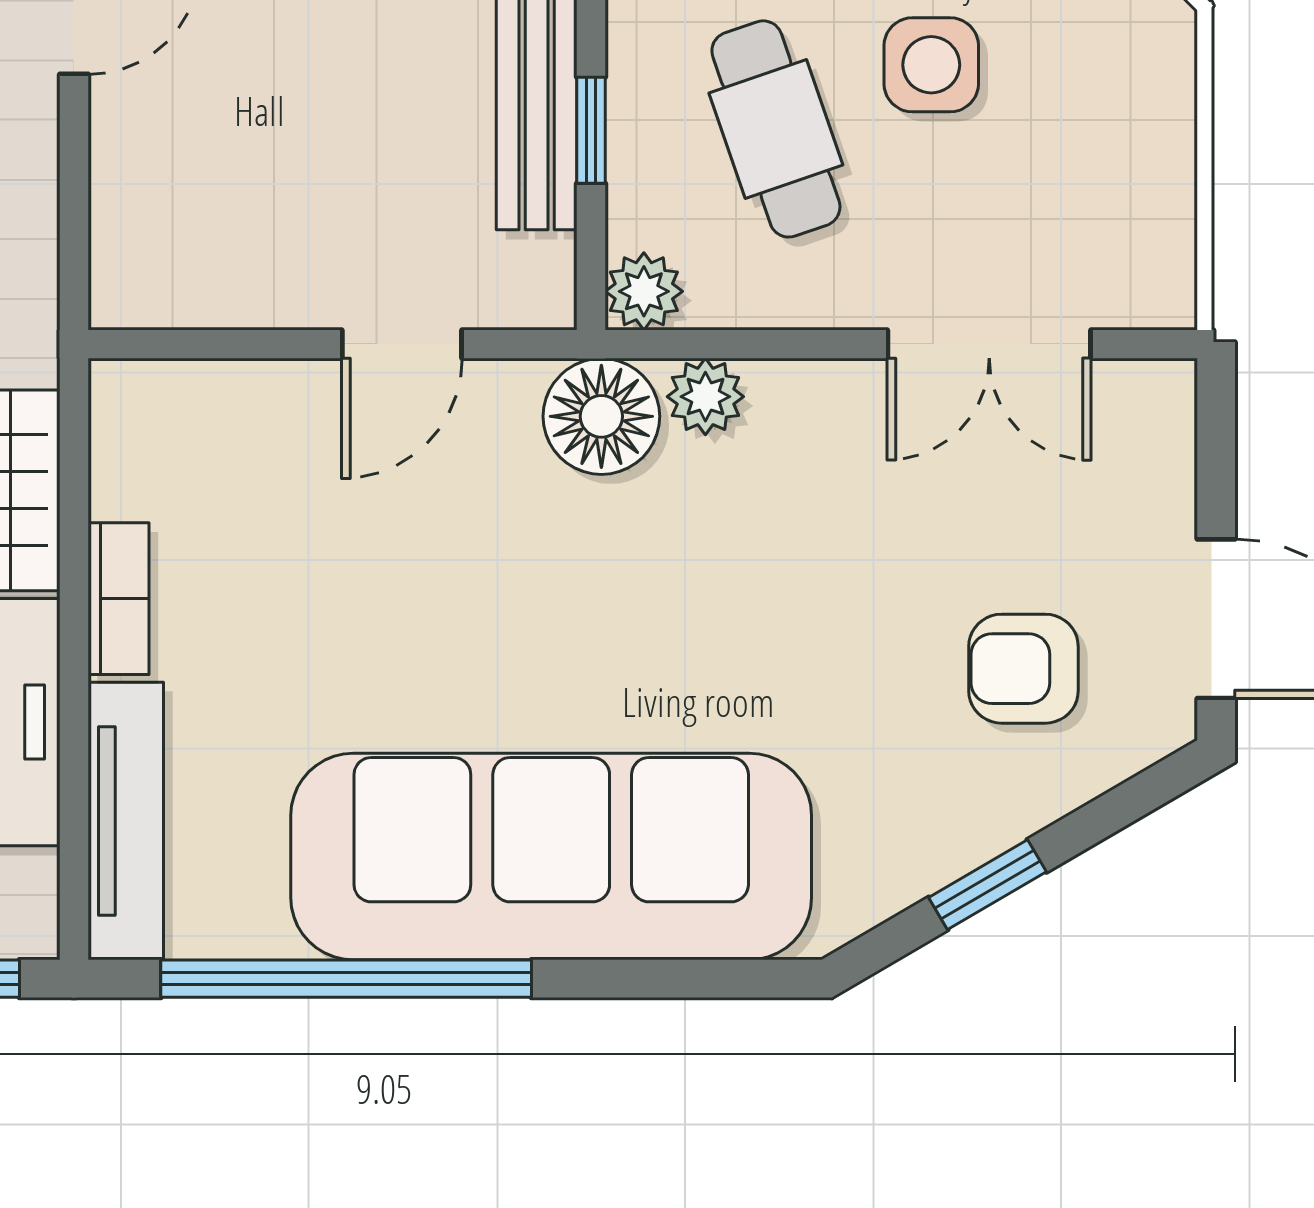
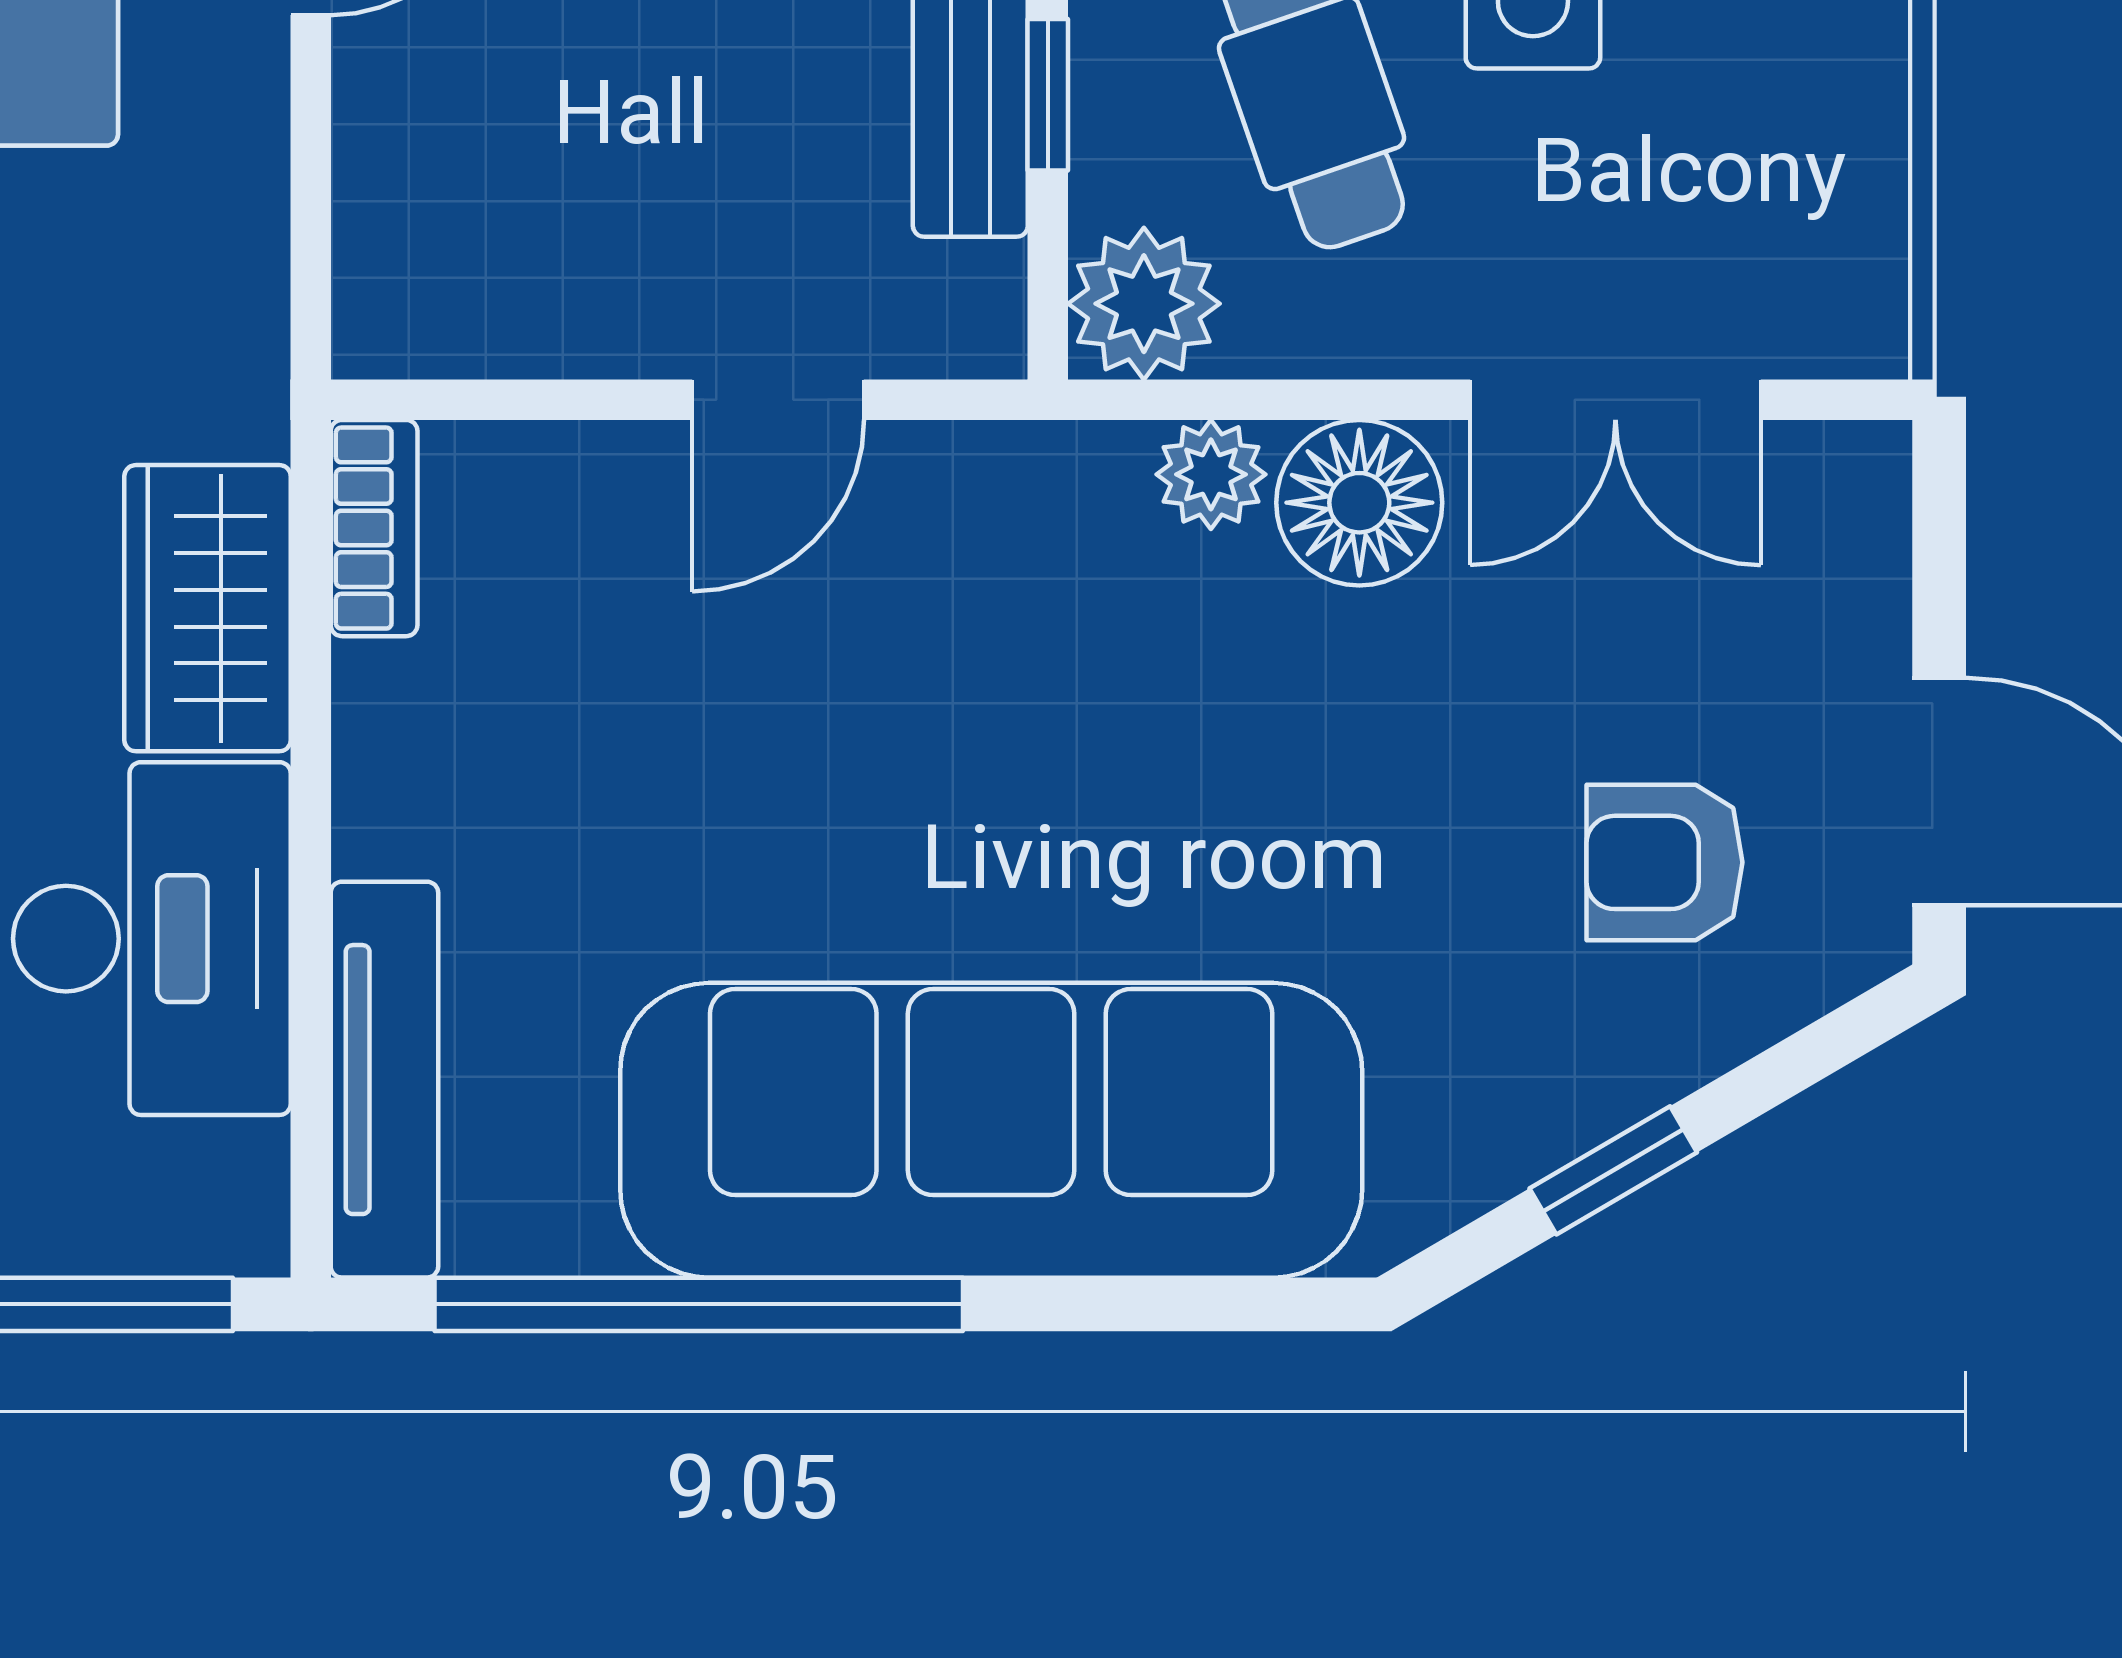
plant: (644, 291) -> (1144, 304), width x1.38, depth x1.38
floor lamp: (601, 416) -> (1359, 503), moved
bookcase: (118, 599) -> (374, 528), moved

